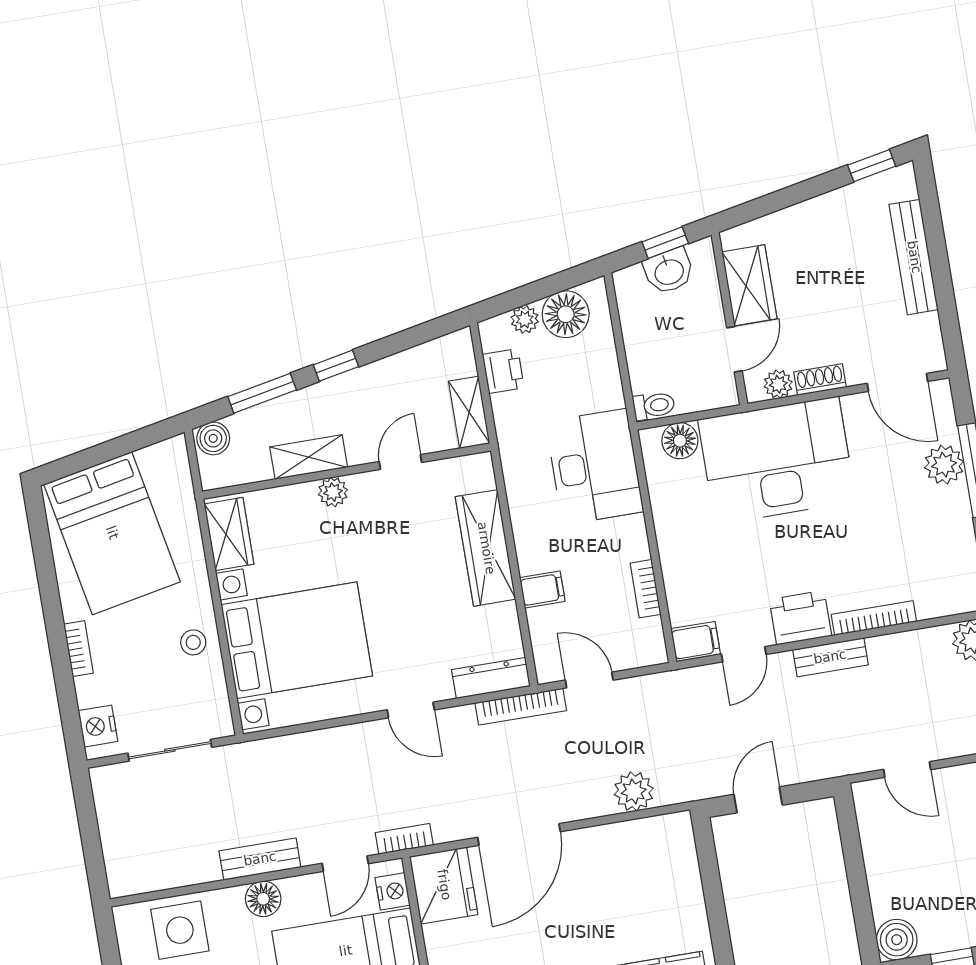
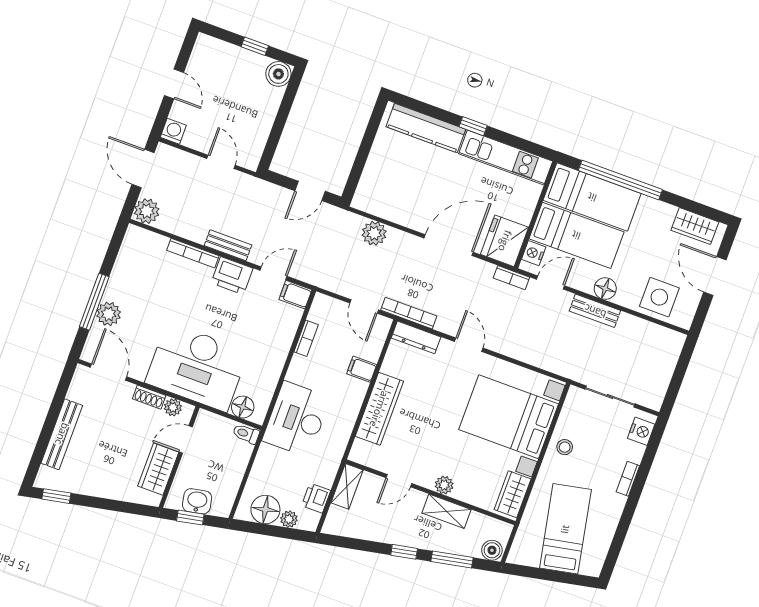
bed: (112, 533) -> (565, 529), width x0.67

